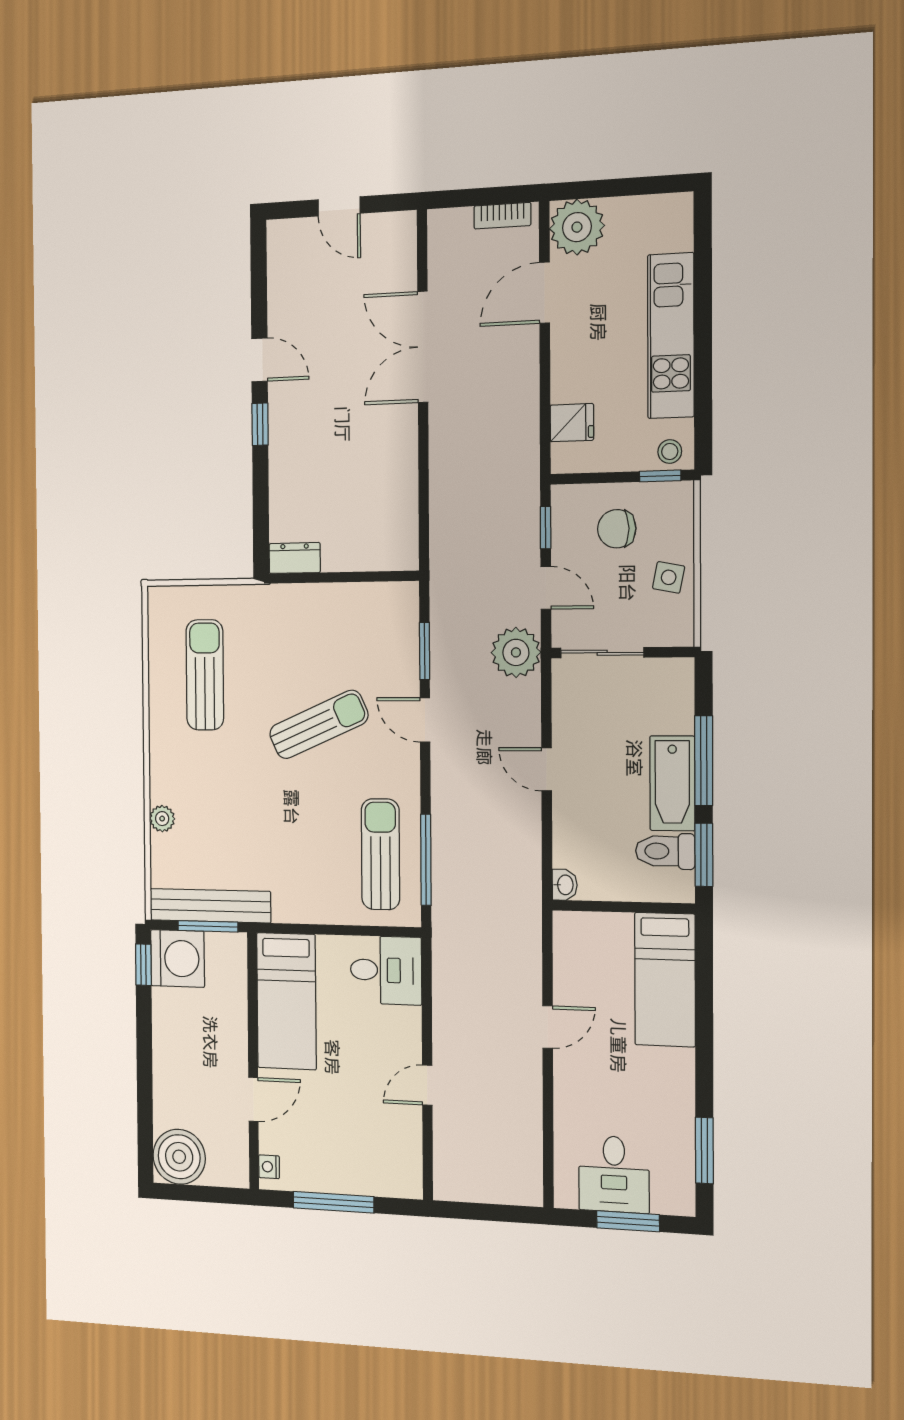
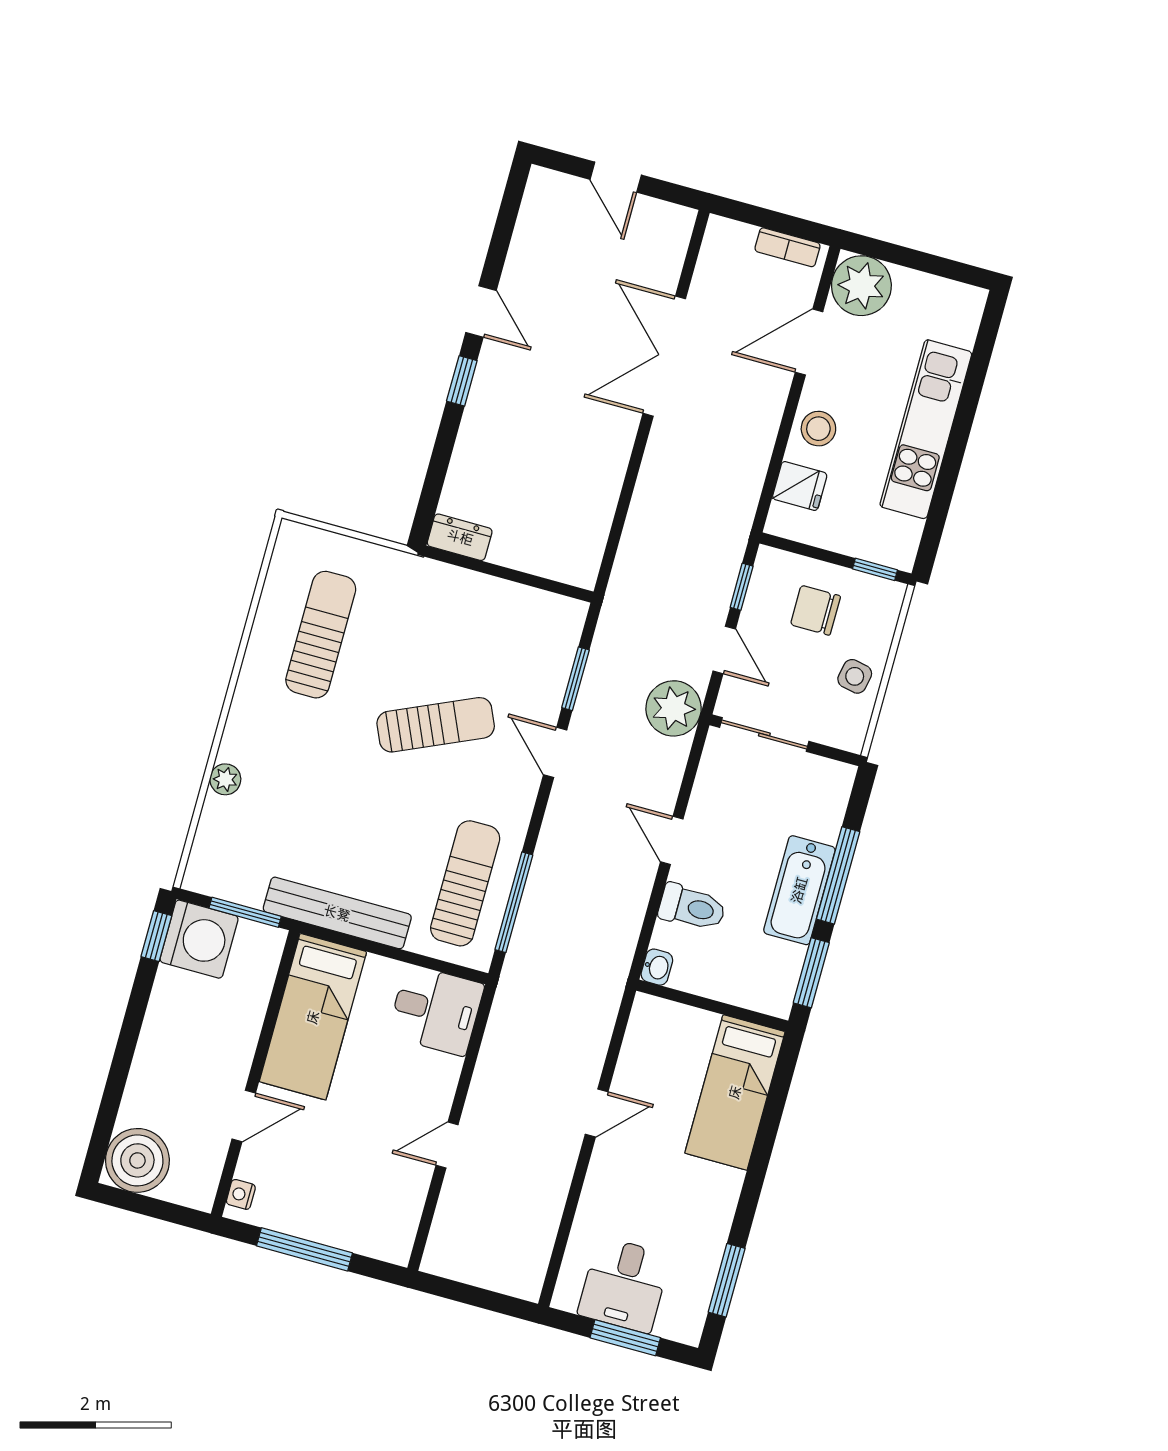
stool: (670, 452) -> (818, 429), moved, width x1.37, depth x1.37
toilet: (665, 851) -> (692, 907), moved, turned 180
bench: (210, 906) -> (337, 913), moved

